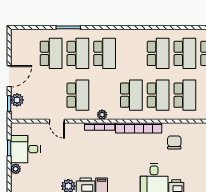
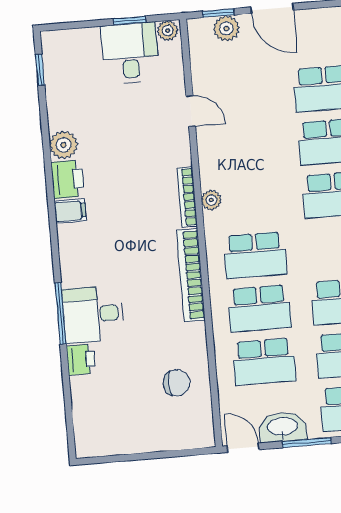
school desk: (78, 95) -> (246, 149), removed
door: (57, 121) -> (191, 111), swing flipped
chair: (174, 142) -> (177, 383), moved
plant: (16, 169) -> (168, 31), moved

